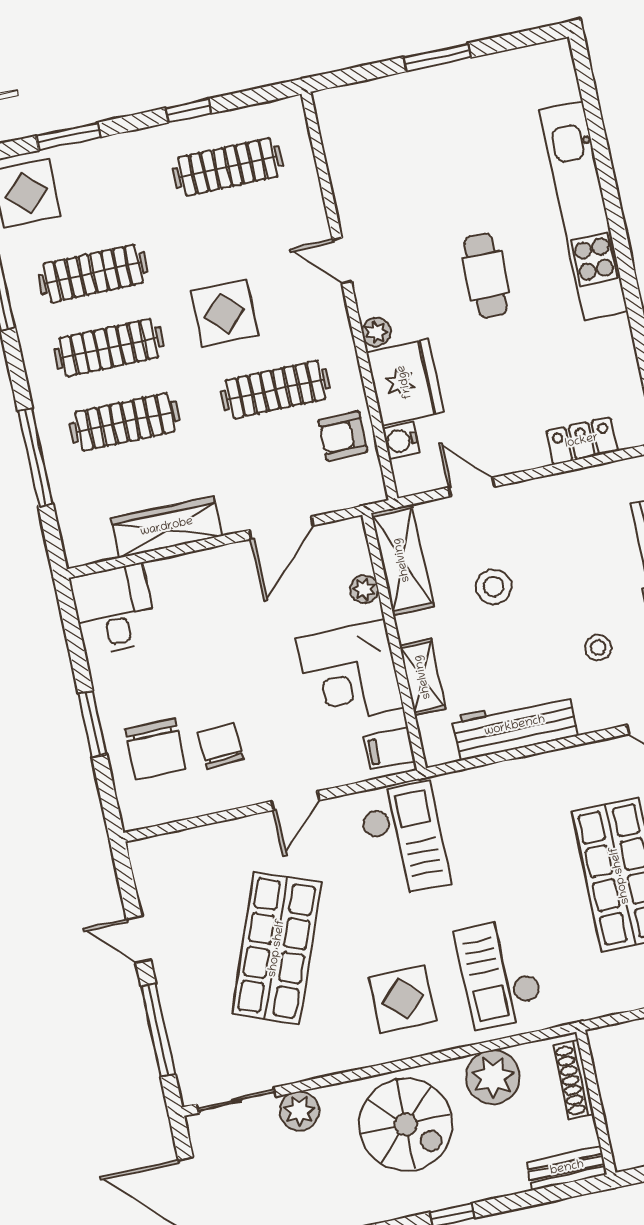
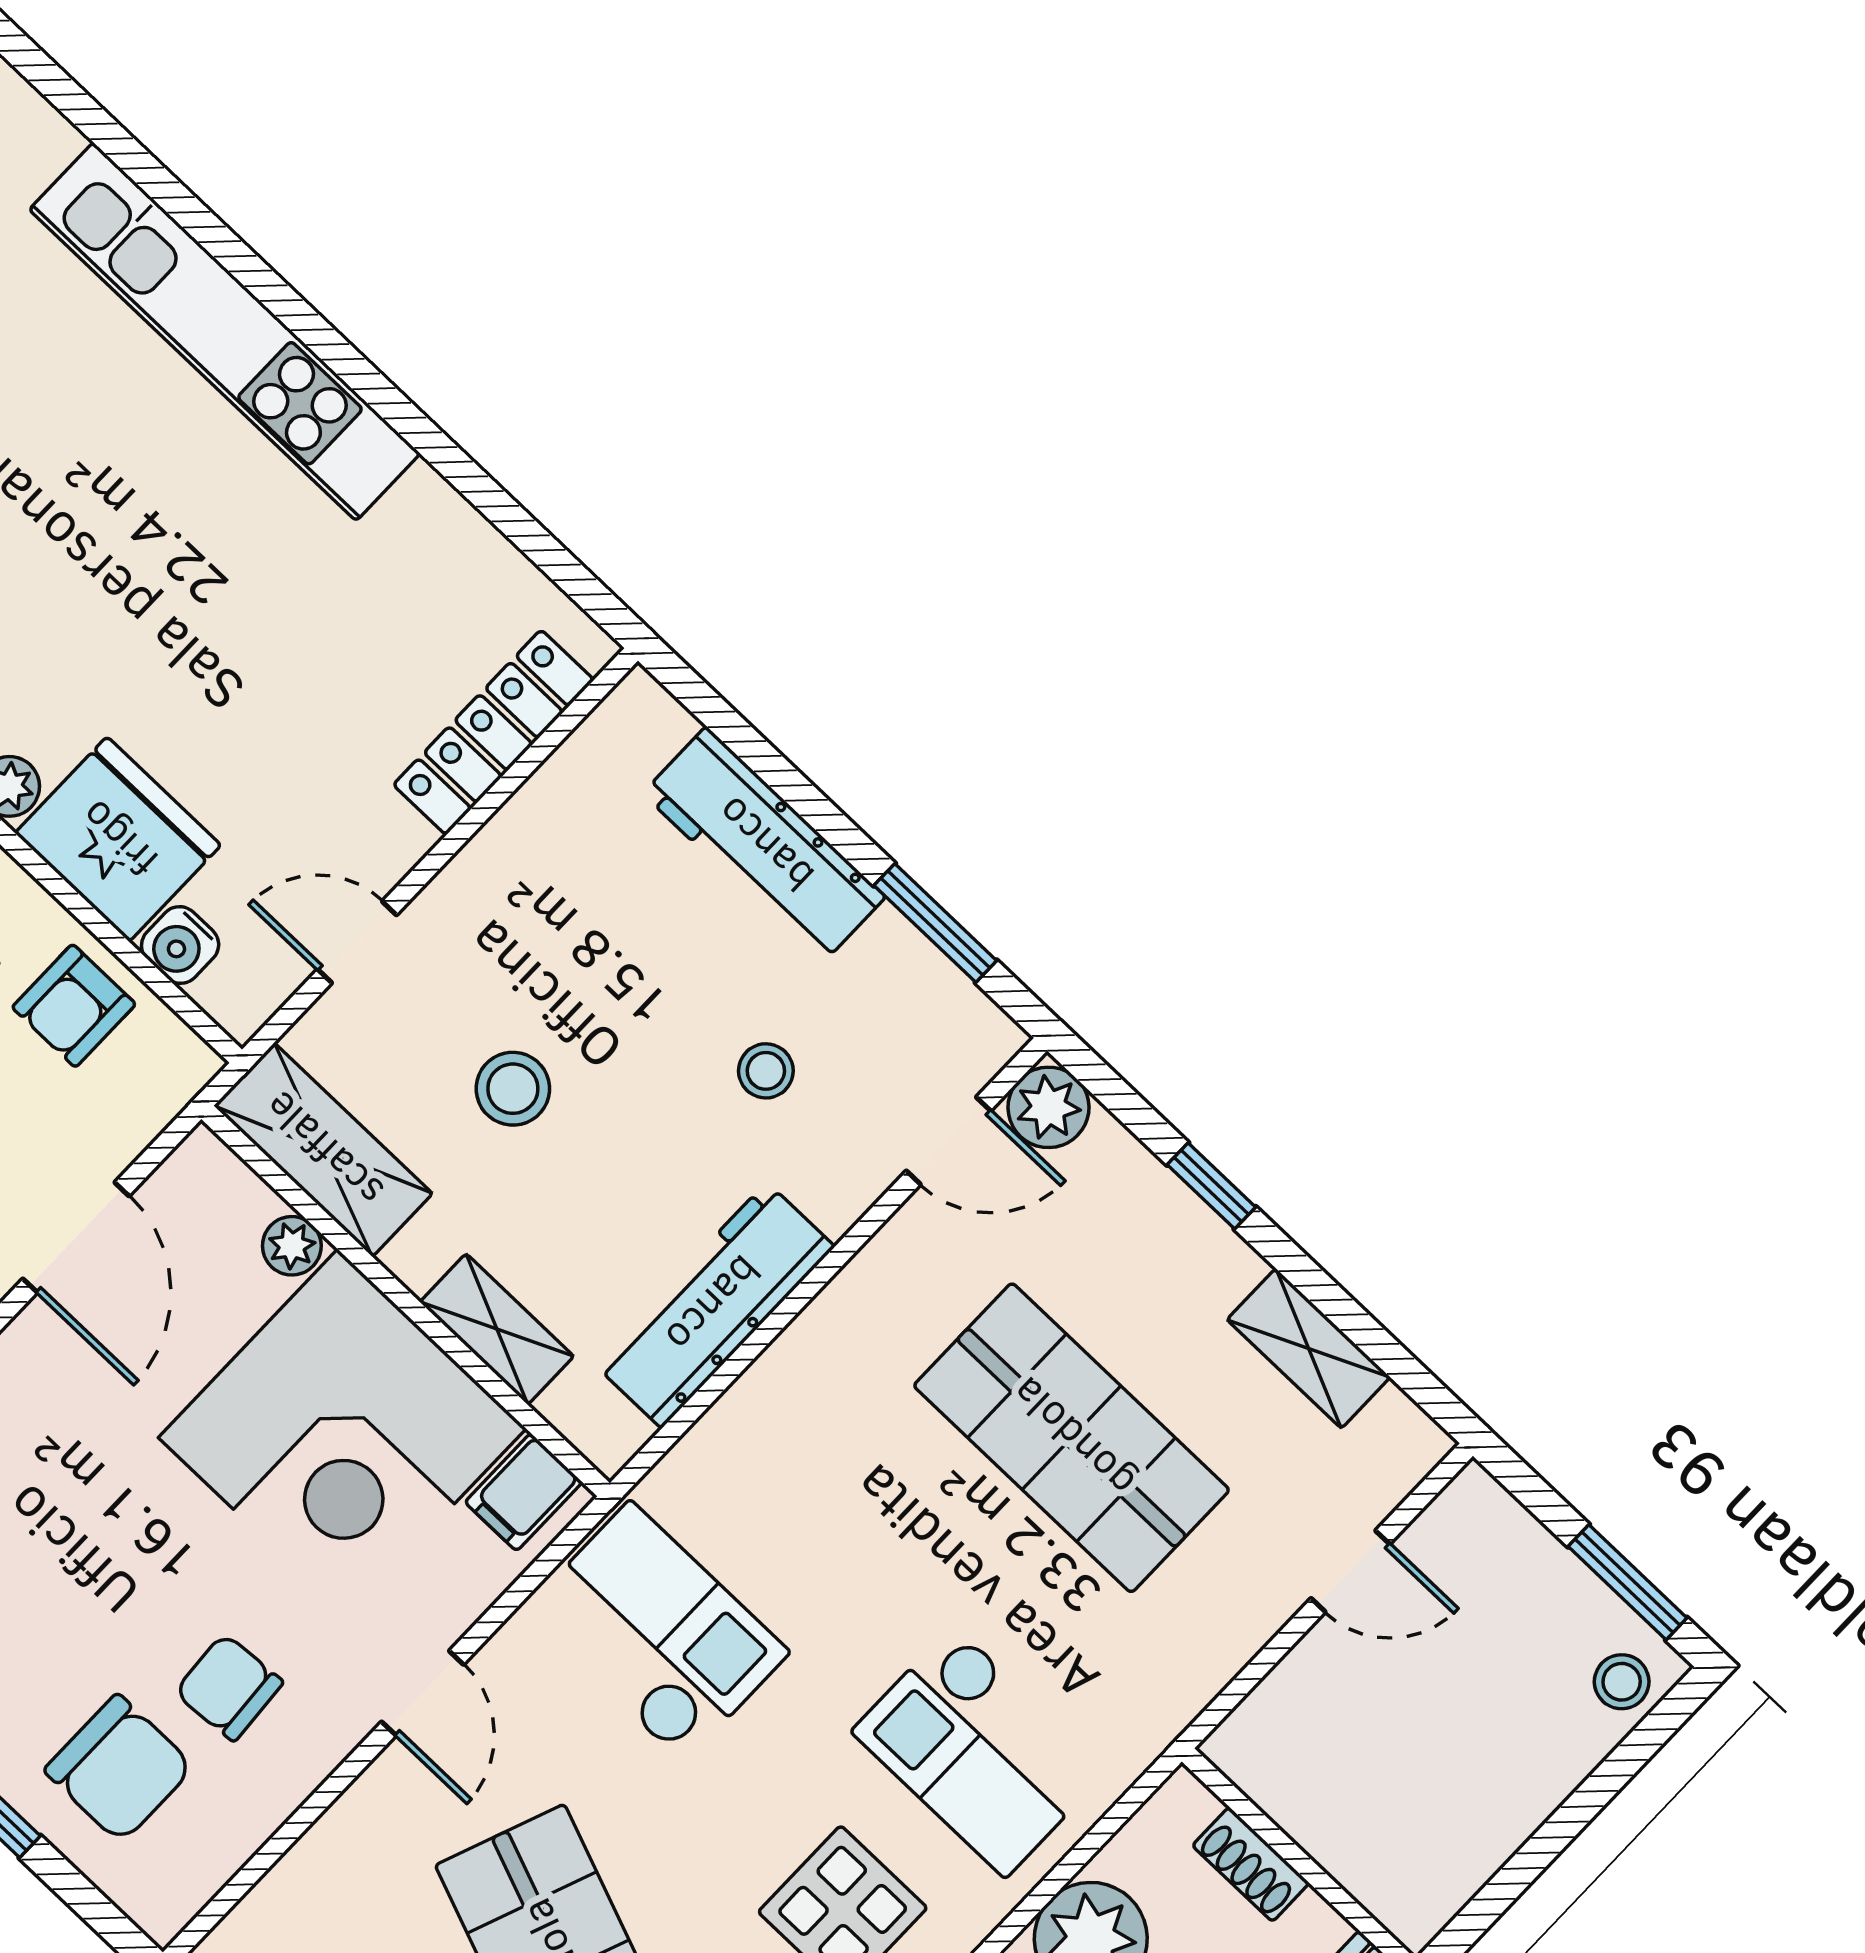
cafe table: (486, 276) -> (132, 560), removed
locker: (582, 441) -> (494, 732), width x1.53
corner desk: (350, 673) -> (342, 1433), width x1.36, depth x1.36
shoe rack: (574, 1080) -> (1251, 1864), width x0.70

